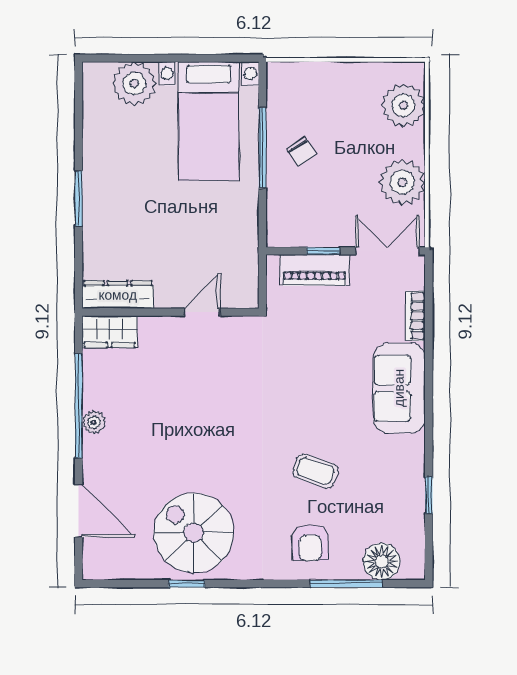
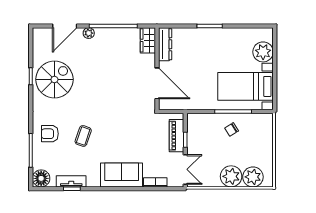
plant: (402, 182) -> (231, 176), moved
door: (202, 312) -> (157, 83), width x1.87
plant: (94, 422) -> (89, 33), moved
tv unit: (413, 497) -> (71, 181), added
floor lamp: (382, 561) -> (41, 178), moved

